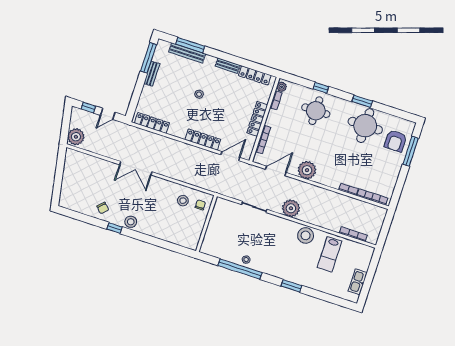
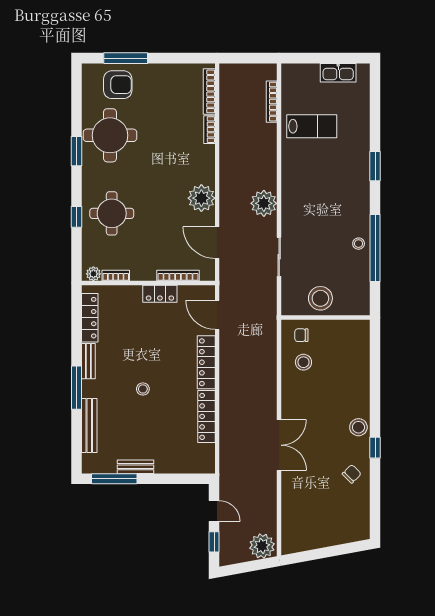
window: (190, 45) -> (76, 388), moved
locker: (257, 119) -> (160, 294), width x0.66
locker: (152, 123) -> (206, 416), moved
stool: (306, 235) -> (320, 298), moved

